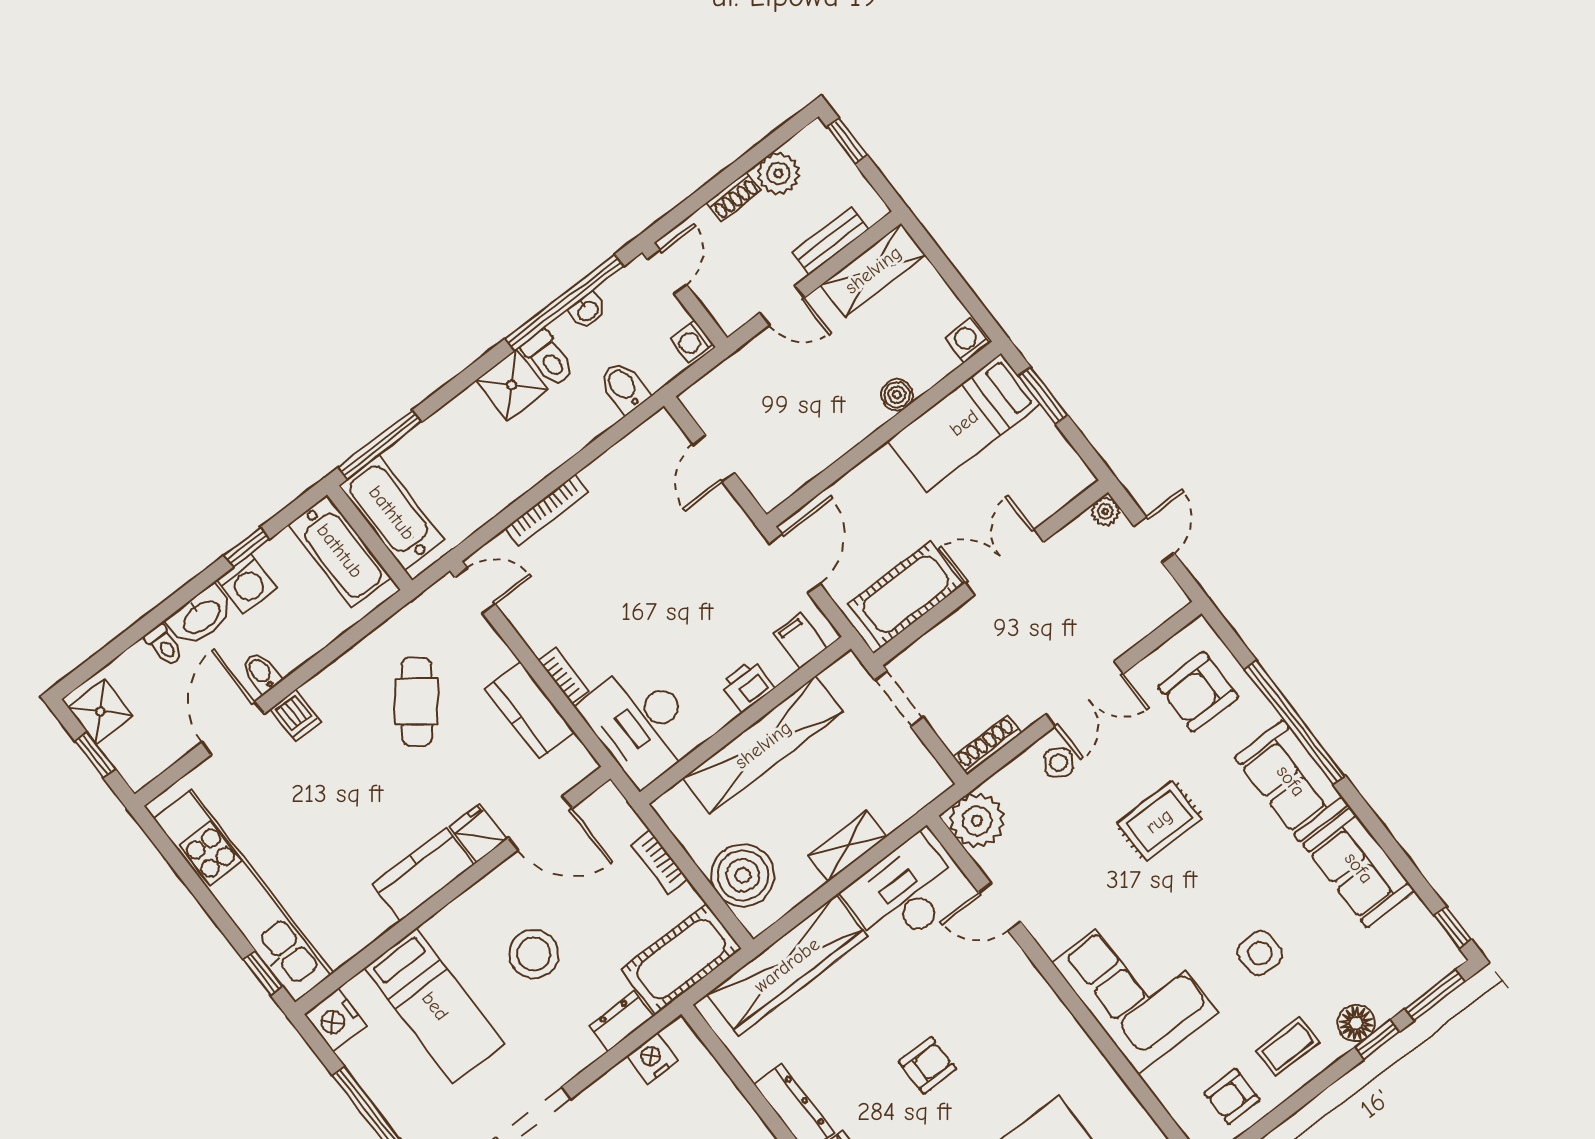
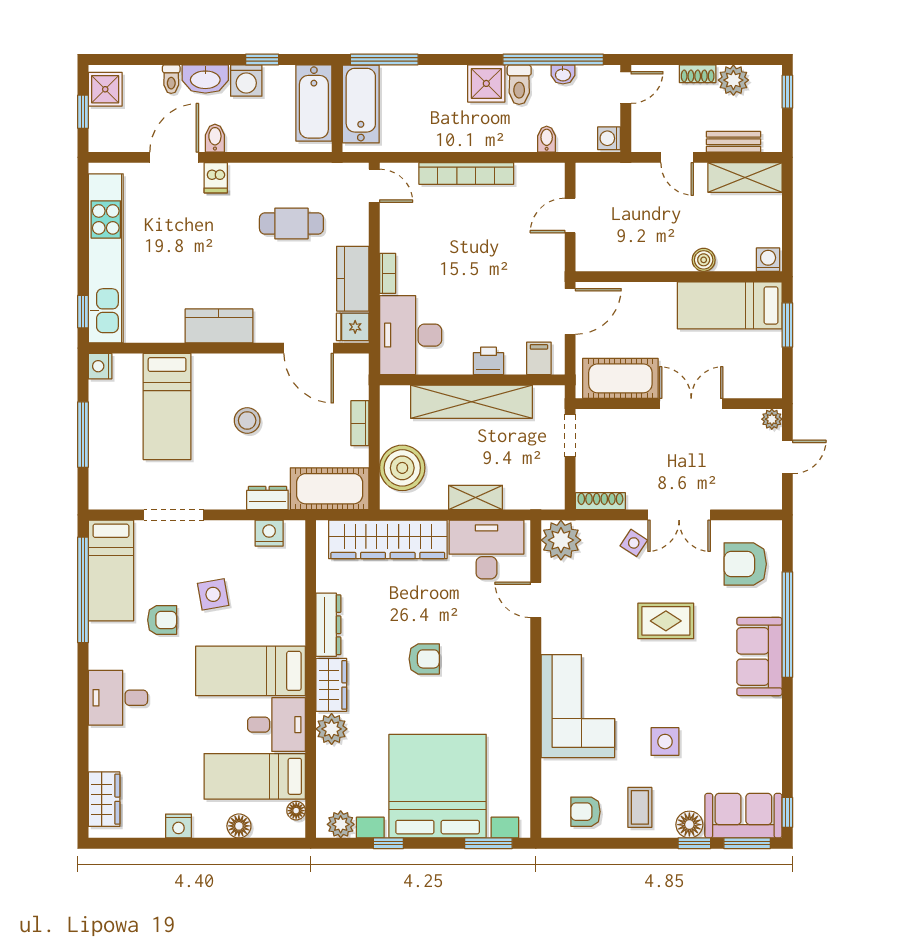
bidet: (624, 387) -> (547, 139), width x0.72, depth x0.74
bookcase: (546, 510) -> (466, 174), width x1.48, depth x1.31
cafe table: (416, 702) -> (291, 223), turned 53
fridge: (478, 833) -> (353, 327), moved, turned -90
sofa: (1359, 868) -> (743, 816), moved, turned 90
stool: (534, 954) -> (247, 420), width x0.73, depth x0.73
nightstand: (336, 1020) -> (100, 366), width x0.74, depth x0.75
coffee table: (1288, 1046) -> (640, 807), turned 90

